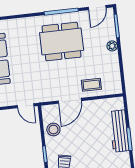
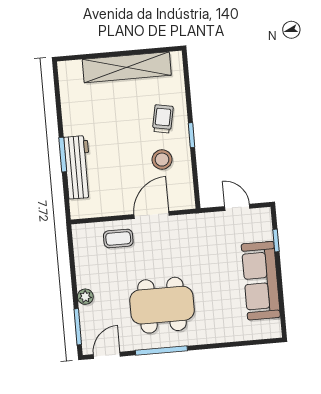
door: (26, 106) -> (237, 207), moved
stool: (53, 130) -> (162, 160), moved

